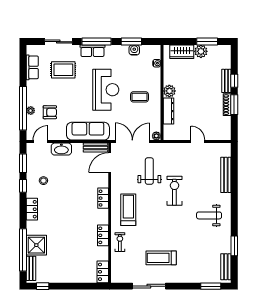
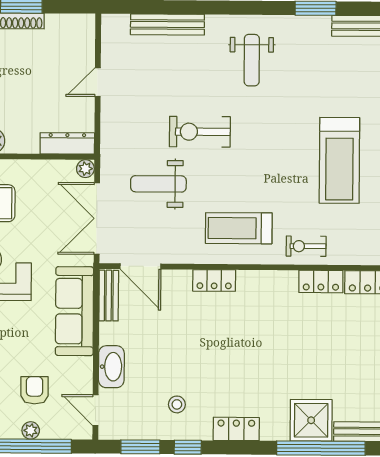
dresser: (168, 111) -> (67, 143), moved
locker: (103, 235) -> (321, 282), moved
treadmill: (161, 258) -> (339, 160), width x1.37, depth x1.38

